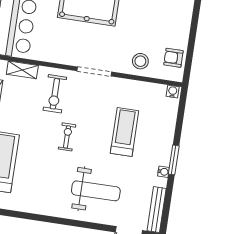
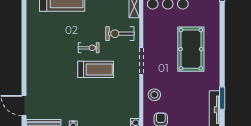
treadmill: (125, 132) -> (96, 69), moved
weight bench: (96, 191) -> (51, 76), removed

